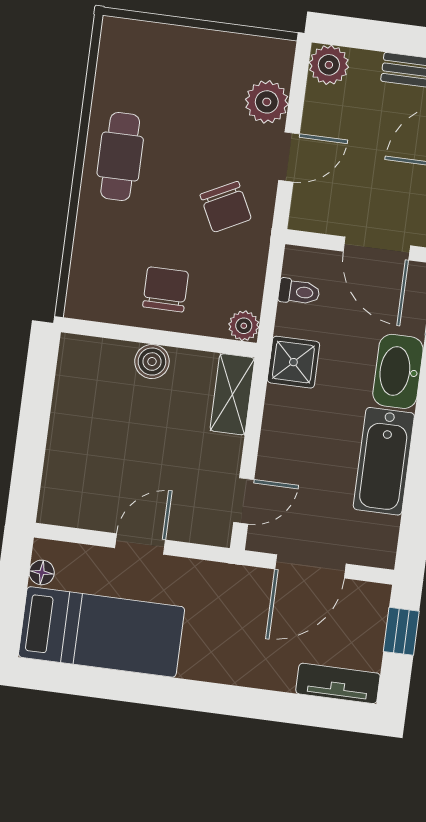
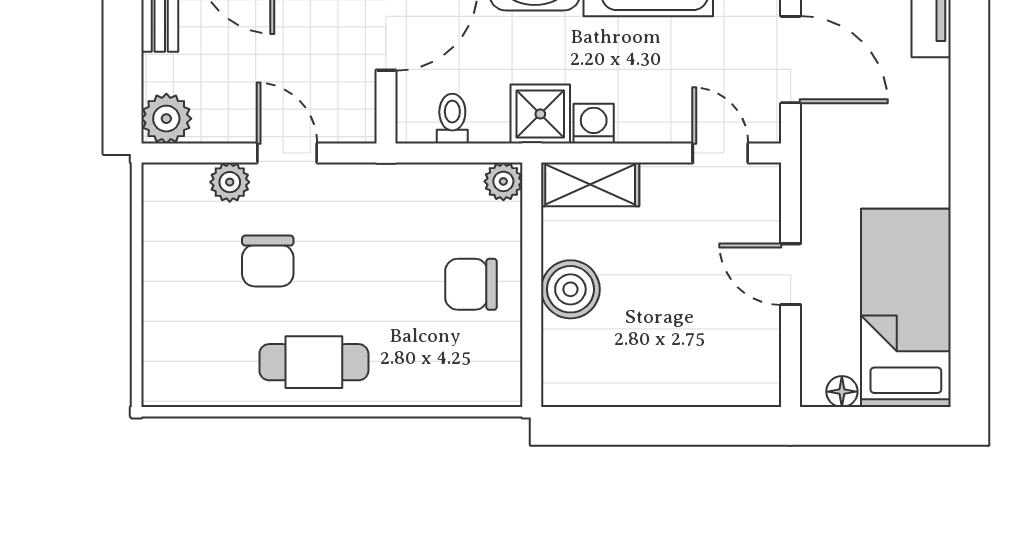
plant: (267, 102) -> (230, 182), width x0.73, depth x0.73
chair: (226, 207) -> (268, 261), moved, turned 117
boiler: (152, 362) -> (570, 289), width x1.36, depth x1.36
washing machine: (280, 403) -> (594, 124), added

